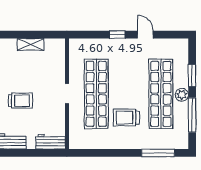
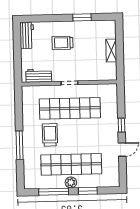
trolley: (20, 101) -> (62, 43), turned 90
workbench: (50, 142) -> (39, 76), moved, turned -90
window: (158, 153) -> (20, 145), moved

